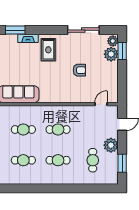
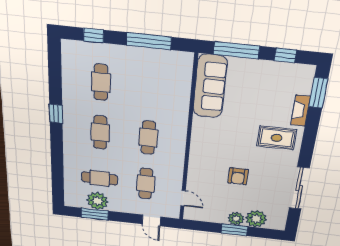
plant: (113, 41) -> (236, 219), moved
window: (122, 51) -> (235, 230), moved
cafe table: (23, 130) -> (146, 184), moved
plant: (111, 145) -> (97, 201), moved
window: (48, 188) -> (56, 114), added

